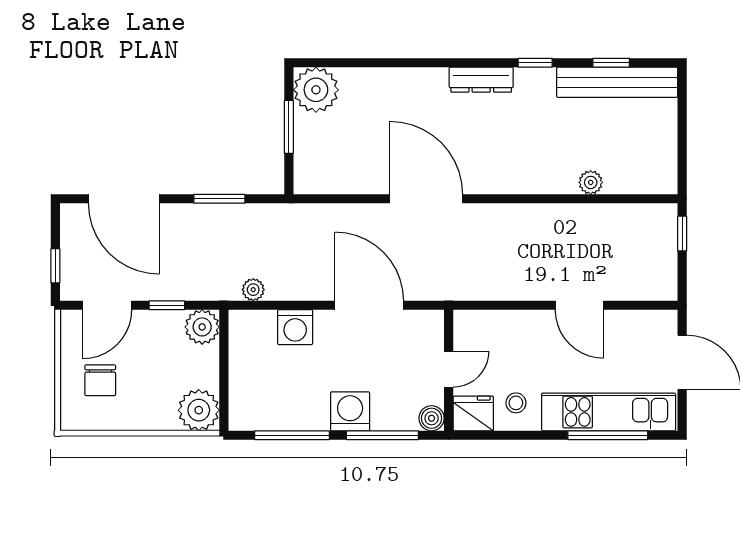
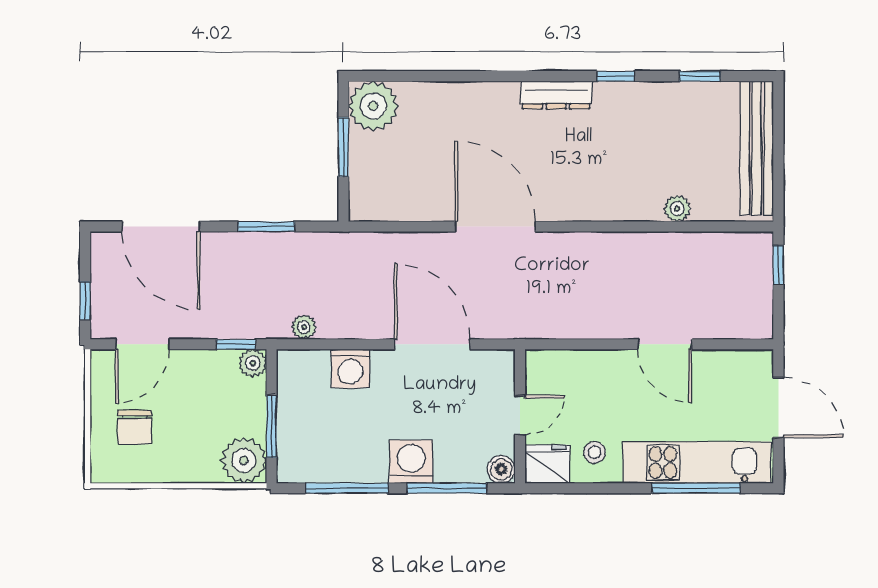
bench: (617, 82) -> (757, 148), moved, turned 90
window: (167, 305) -> (236, 344), moved
plant: (202, 327) -> (253, 363), width x0.73, depth x0.73
window: (224, 379) -> (272, 426), added

